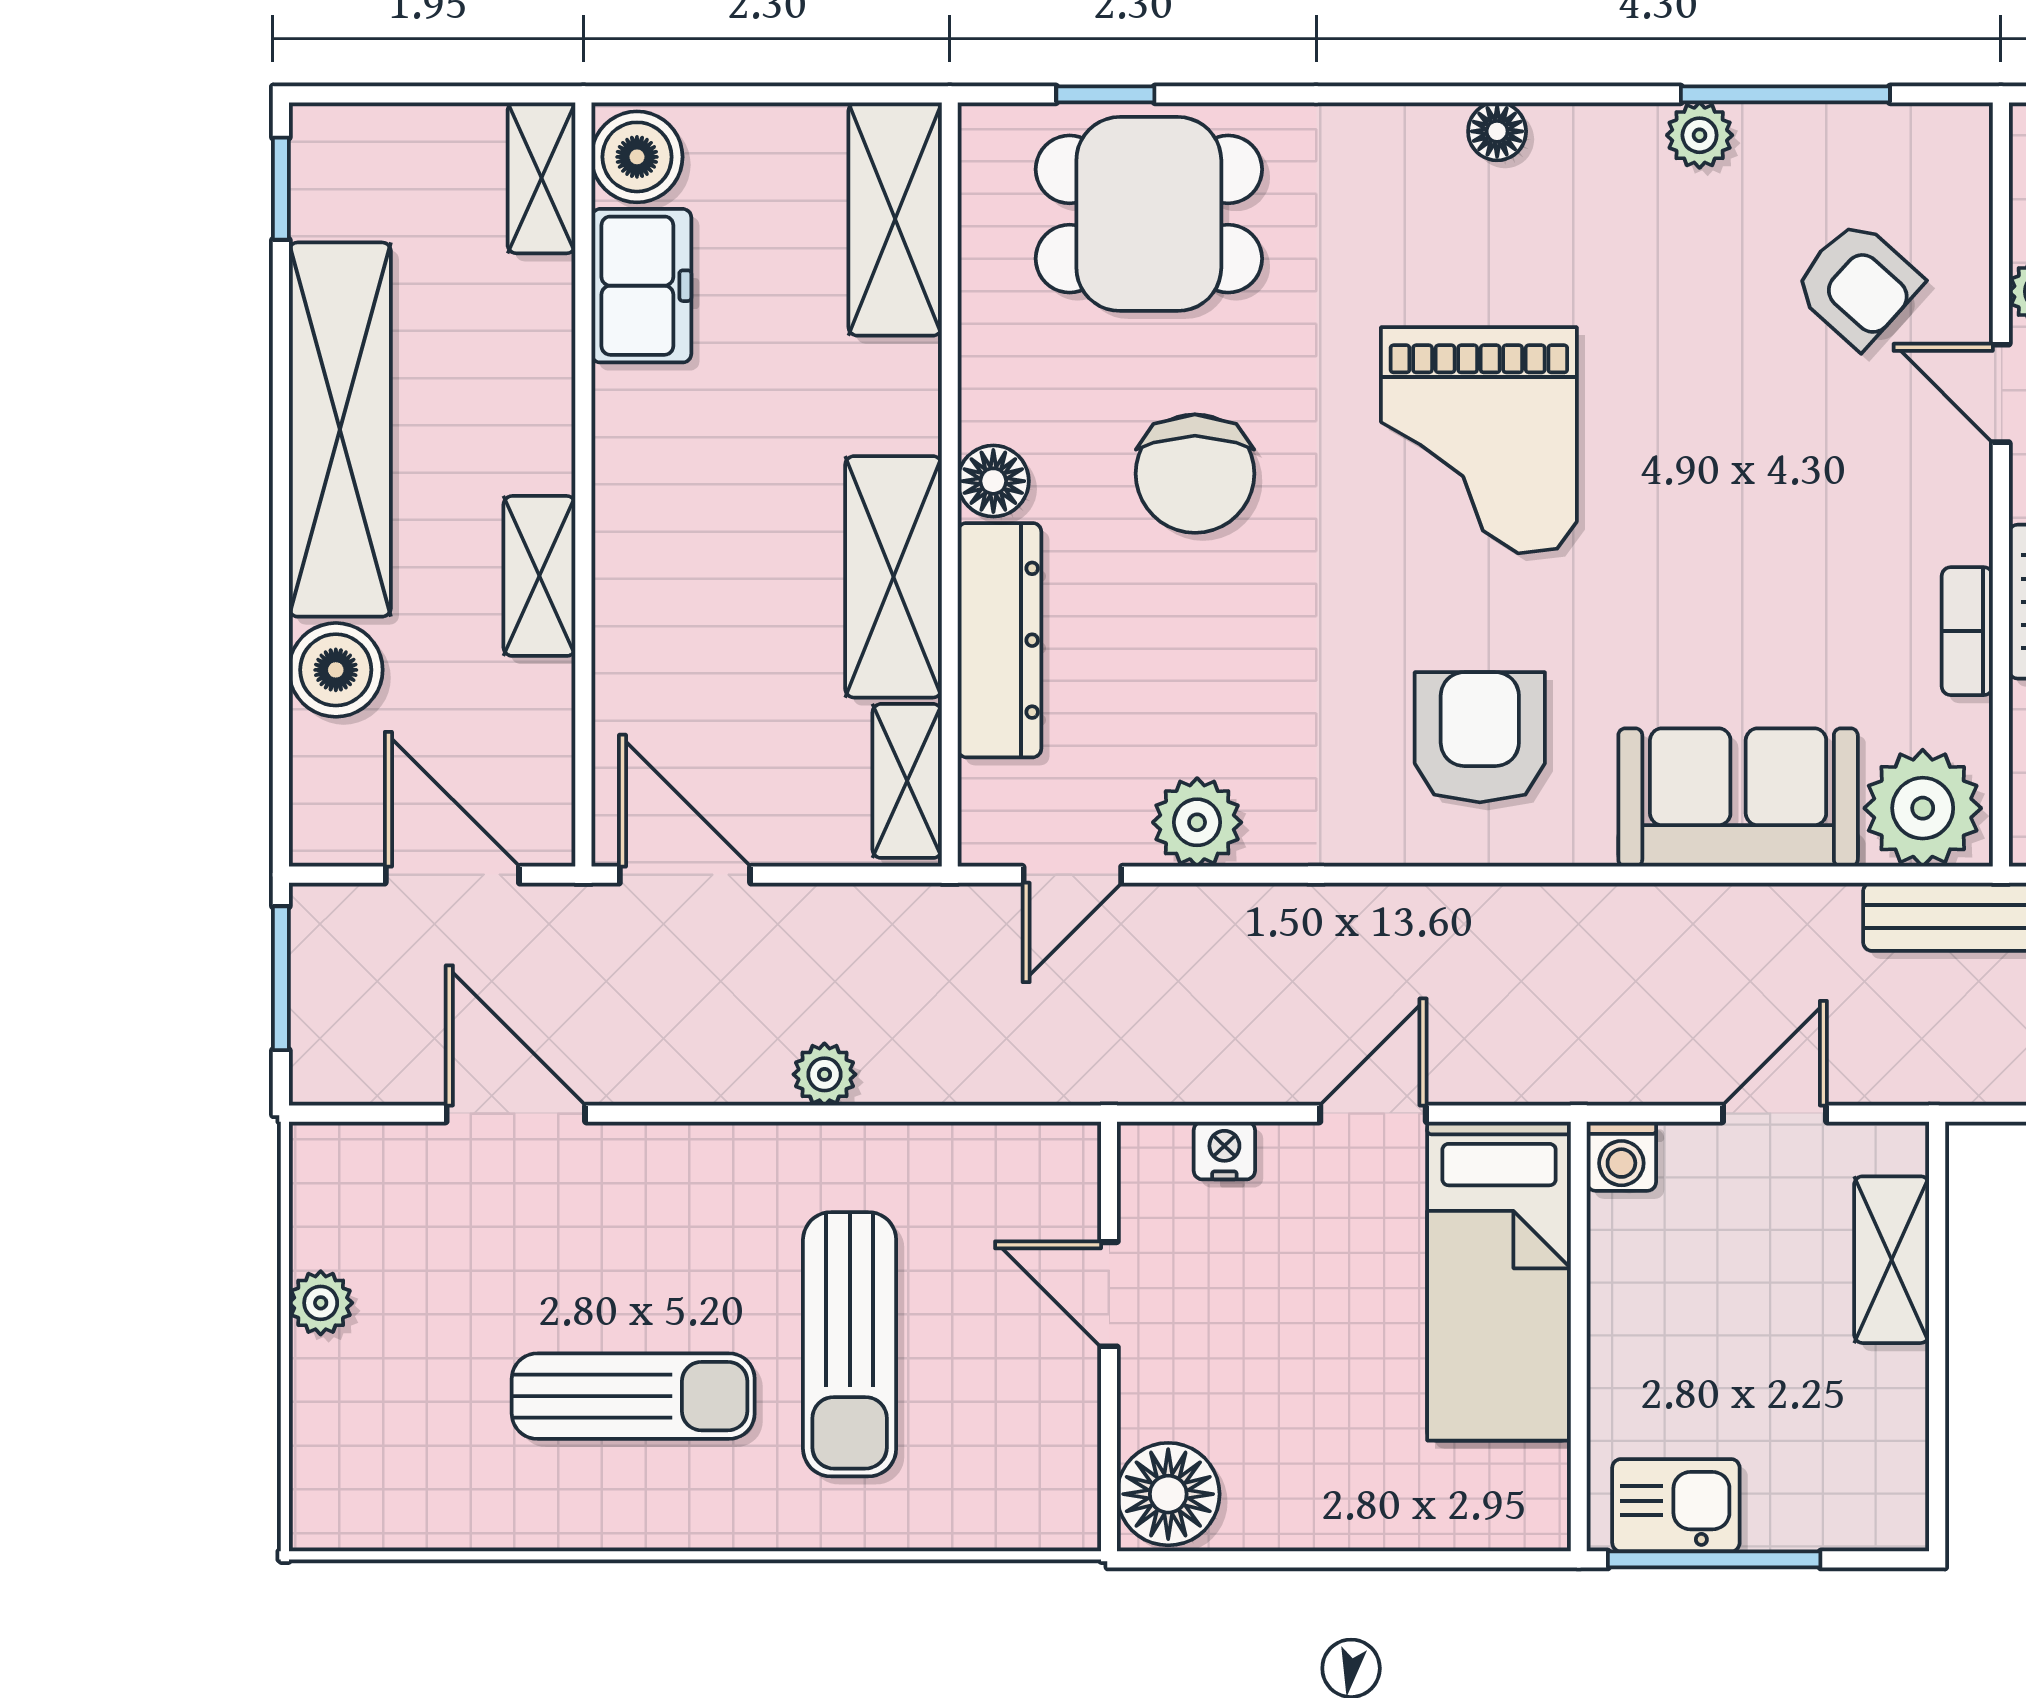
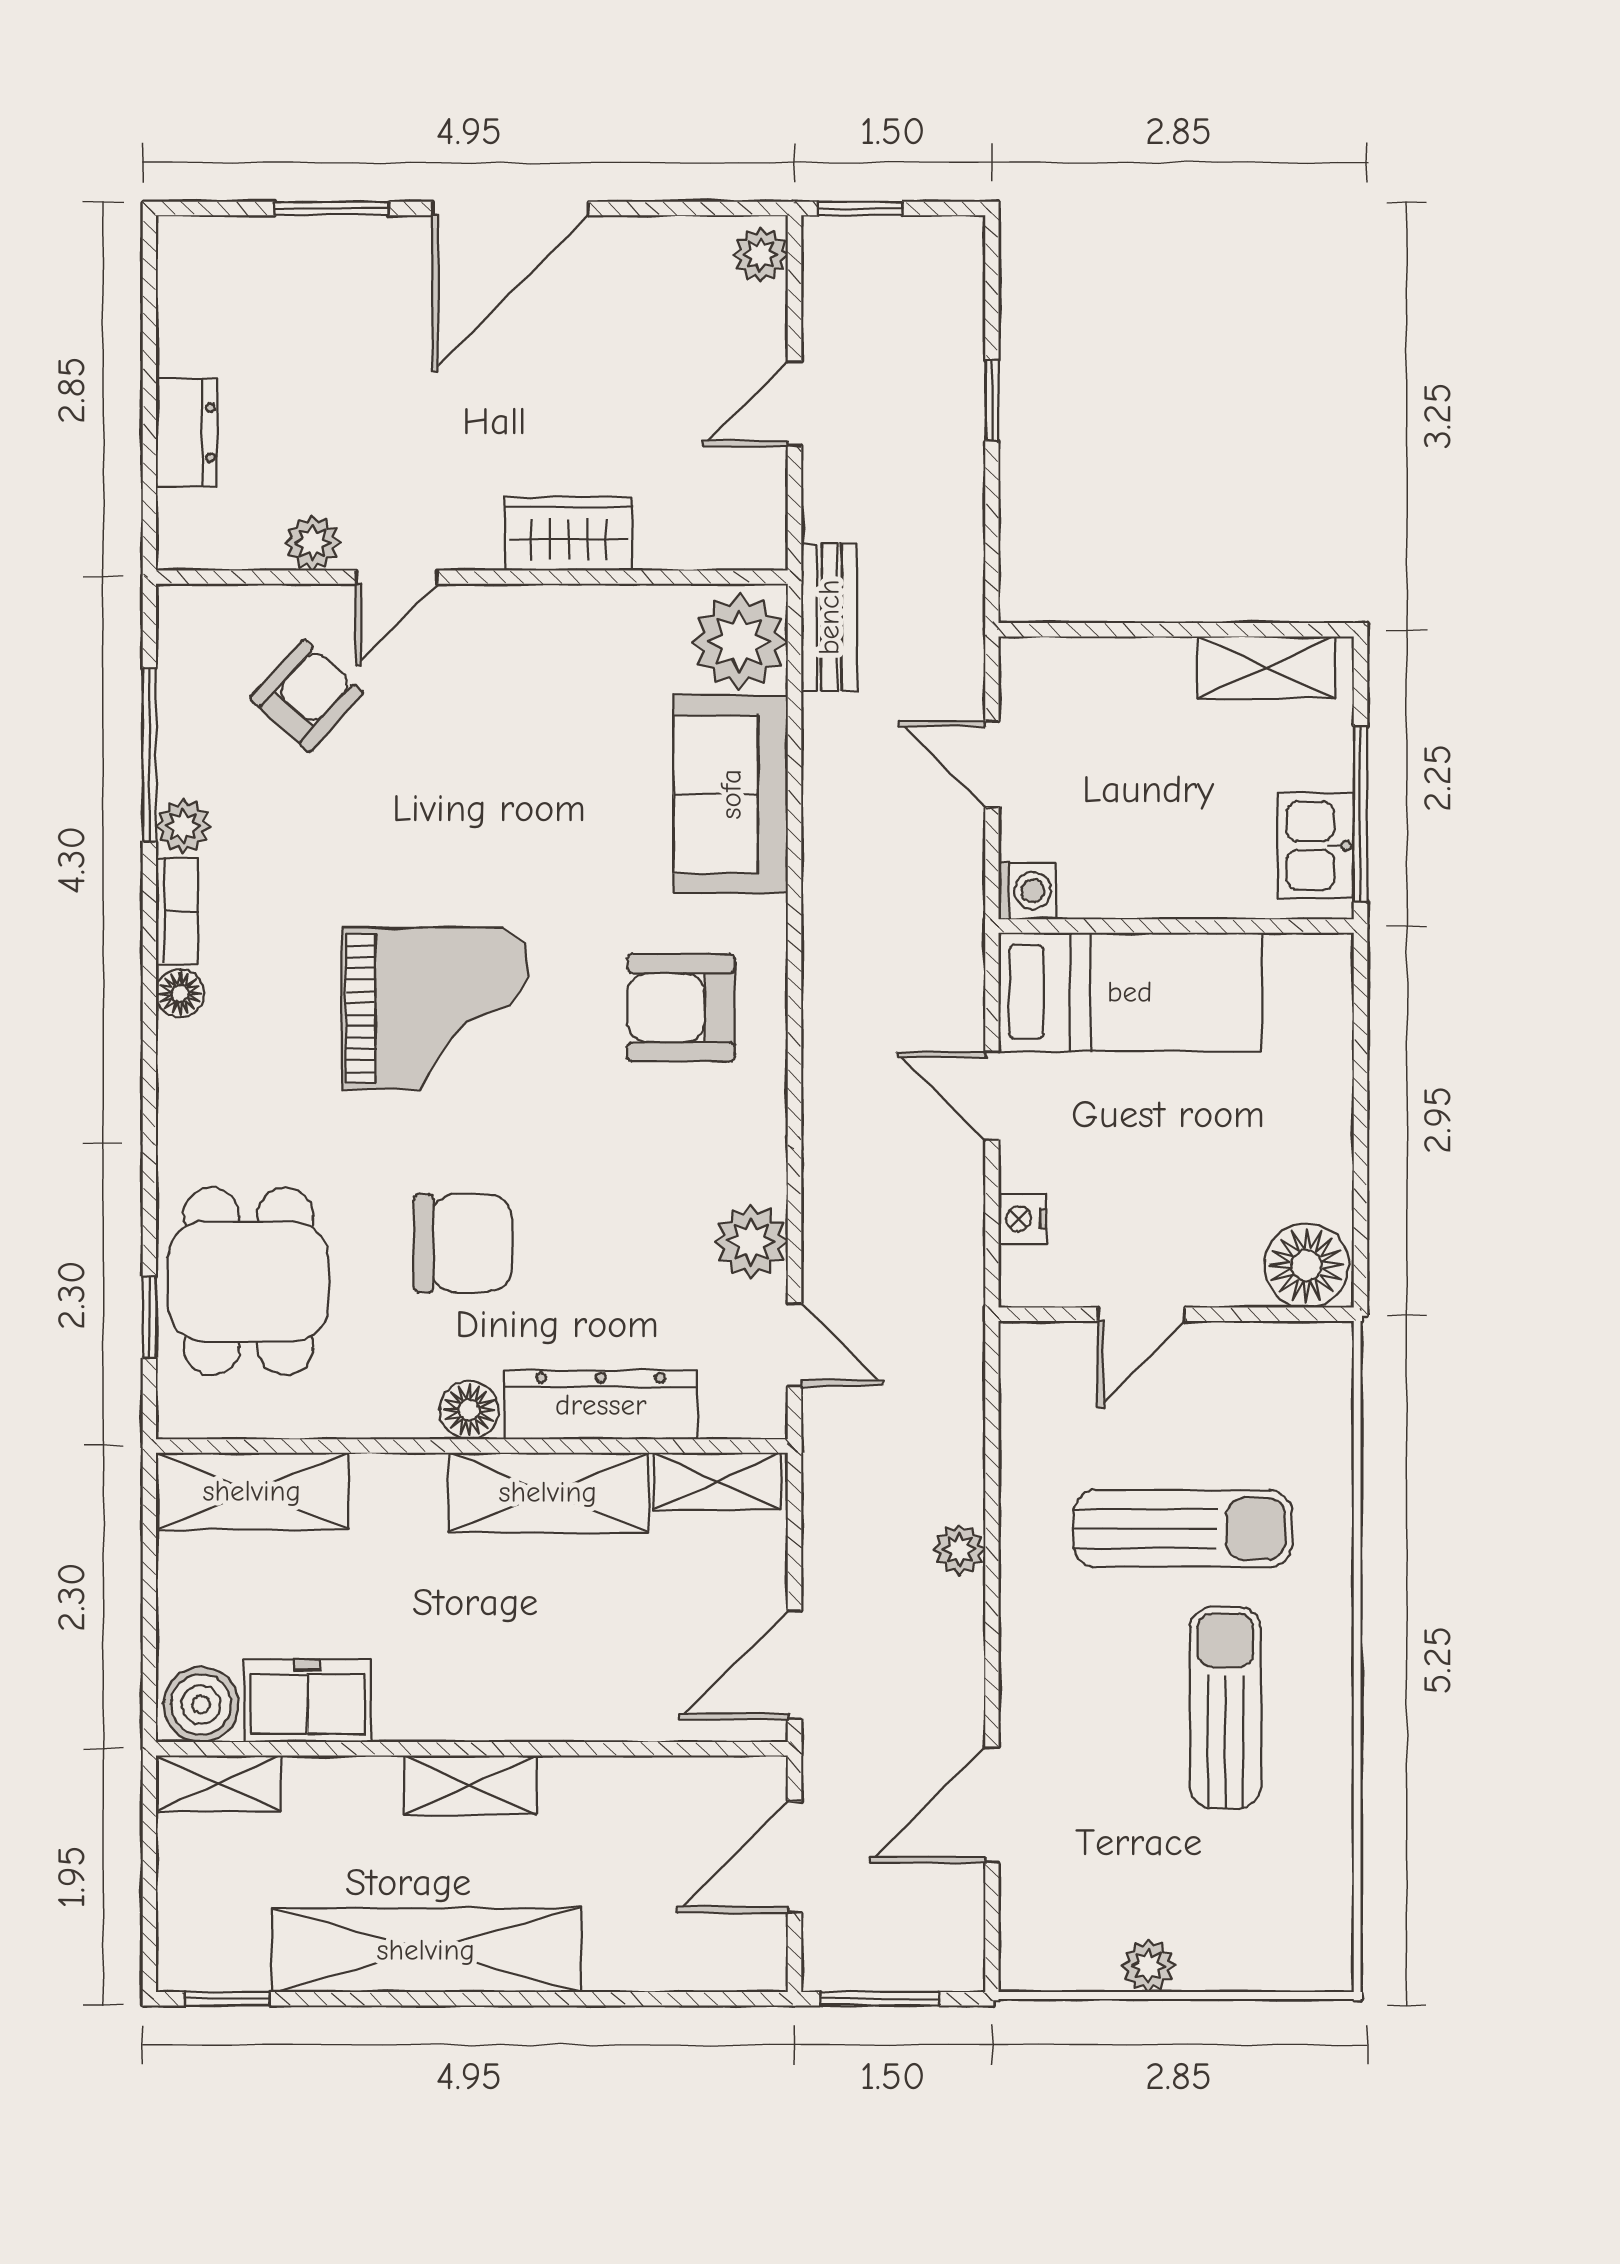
shelving: (539, 576) -> (470, 1785), moved
bookcase: (1967, 631) -> (177, 911), moved, turned -90
boiler: (336, 670) -> (625, 1953), removed
shelving: (1892, 1260) -> (1266, 667), moved

